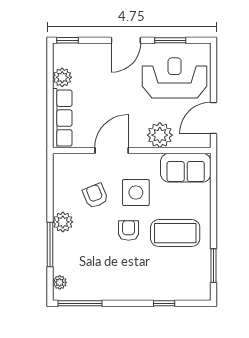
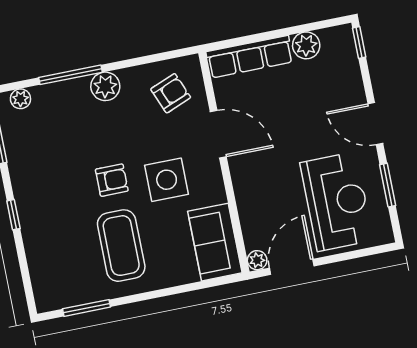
door: (214, 118) -> (292, 267), hinge flipped
plant: (160, 135) -> (257, 260), moved, width x0.53, depth x0.53
armchair: (95, 196) -> (171, 93), moved
window: (164, 303) -> (13, 215), moved

